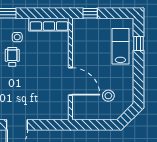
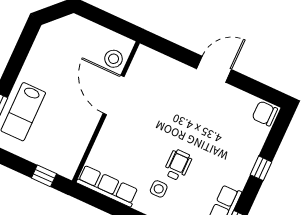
wheelchair: (12, 57) -> (178, 165), turned 180
stool: (108, 96) -> (114, 59), moved

